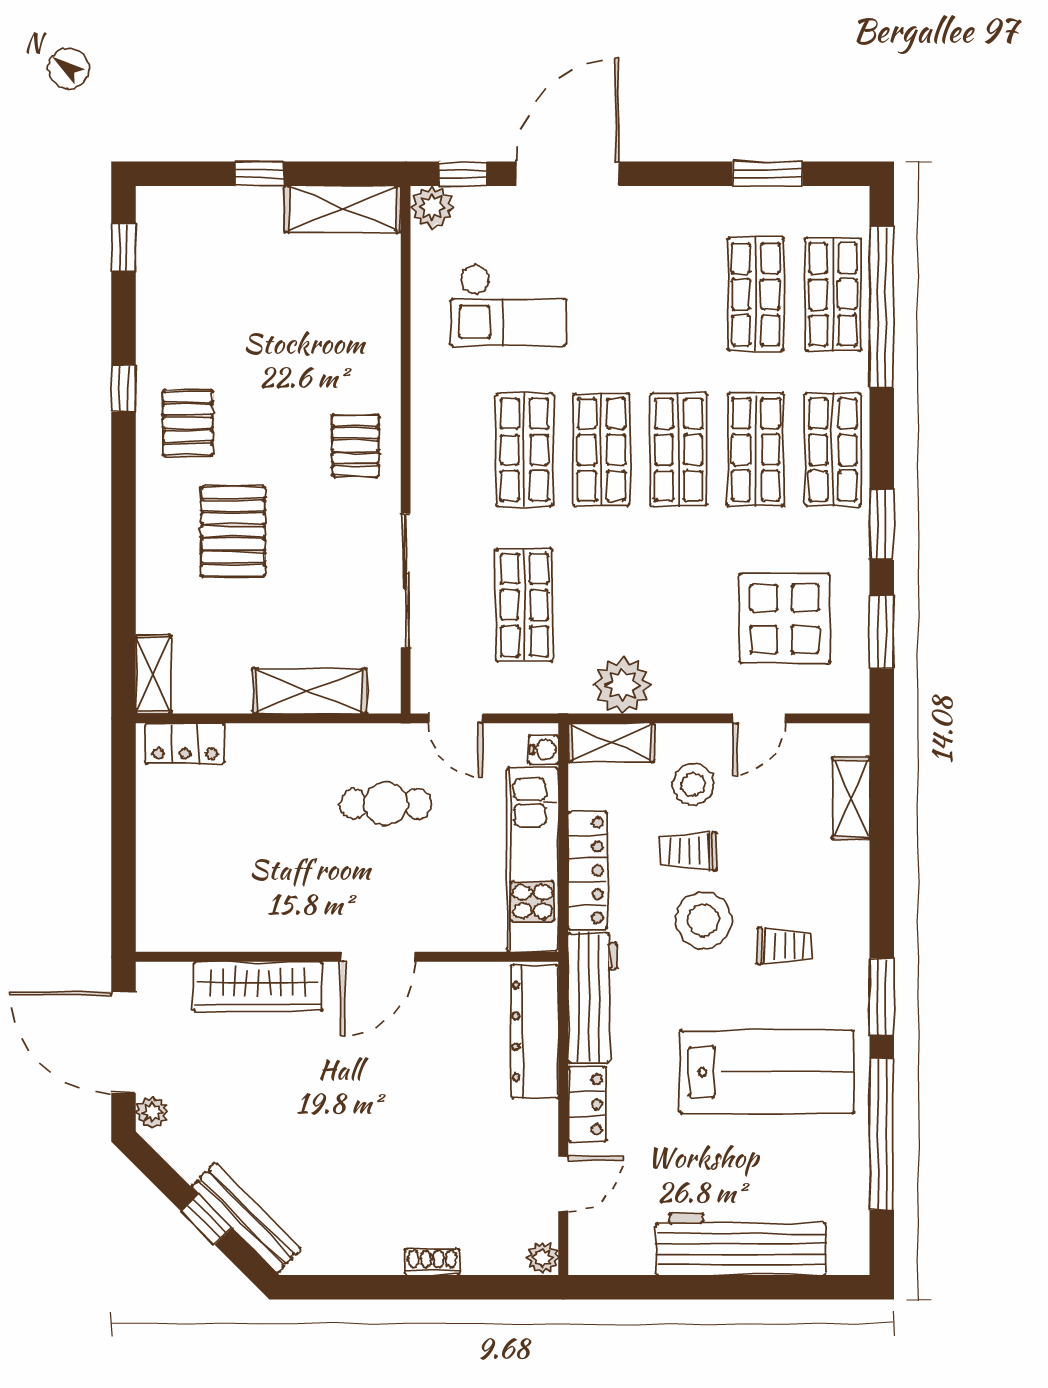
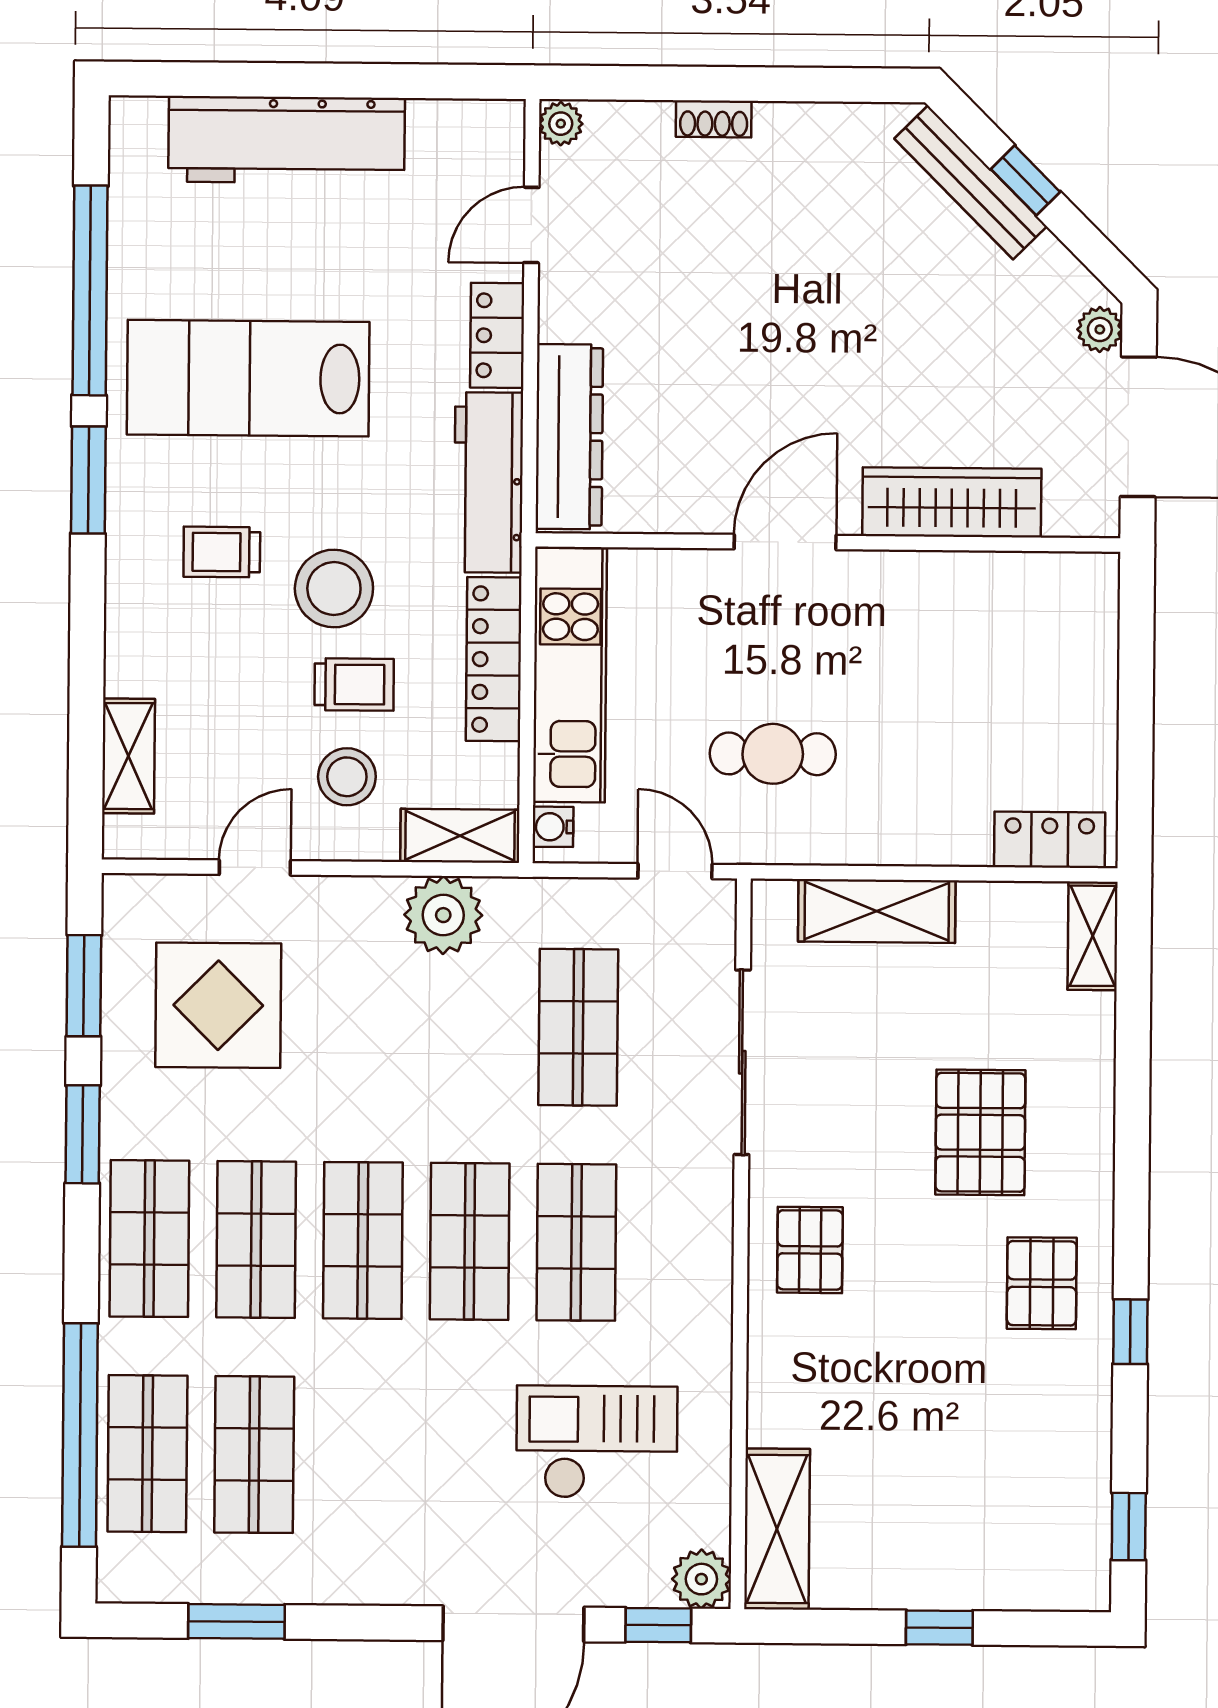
shelving: (343, 209) -> (777, 1529), moved, turned 90

